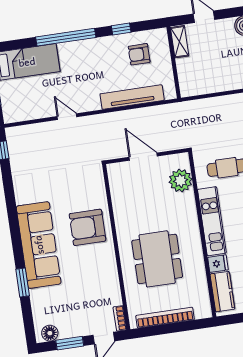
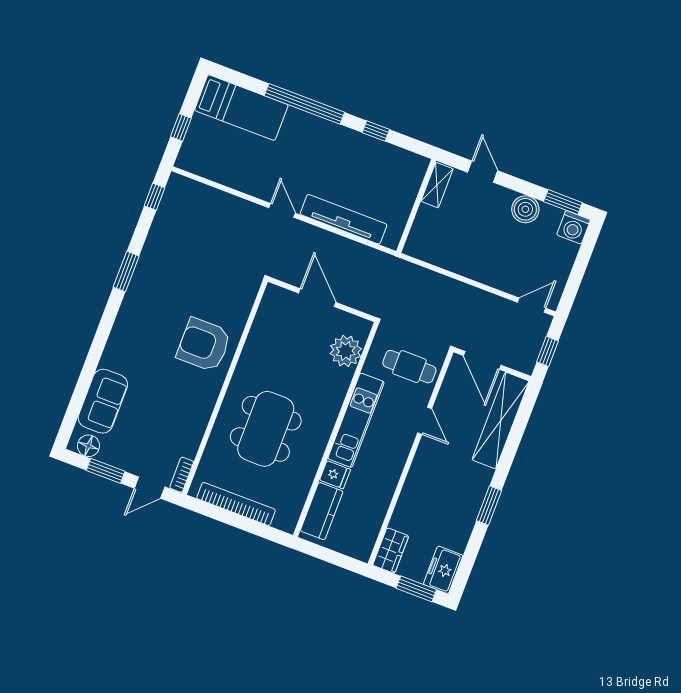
armchair: (139, 54) -> (380, 173), removed
door: (67, 117) -> (282, 210), moved
sofa: (39, 245) -> (103, 401), moved, width x0.54, depth x0.79
window: (23, 283) -> (126, 271), moved

